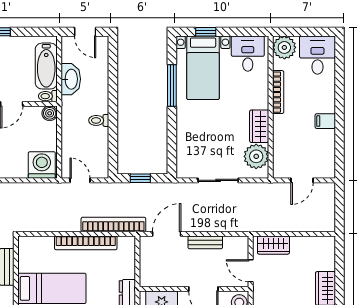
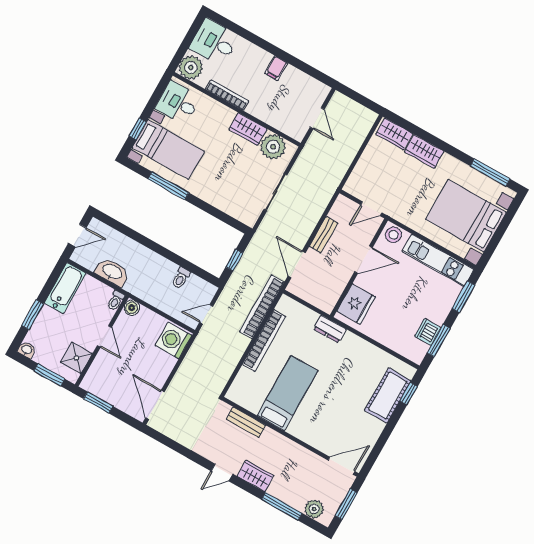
bathtub: (46, 66) -> (65, 288), moved, turned -90
toilet: (99, 120) -> (181, 278), moved
wardrobe: (273, 245) -> (394, 134), moved, turned 90

